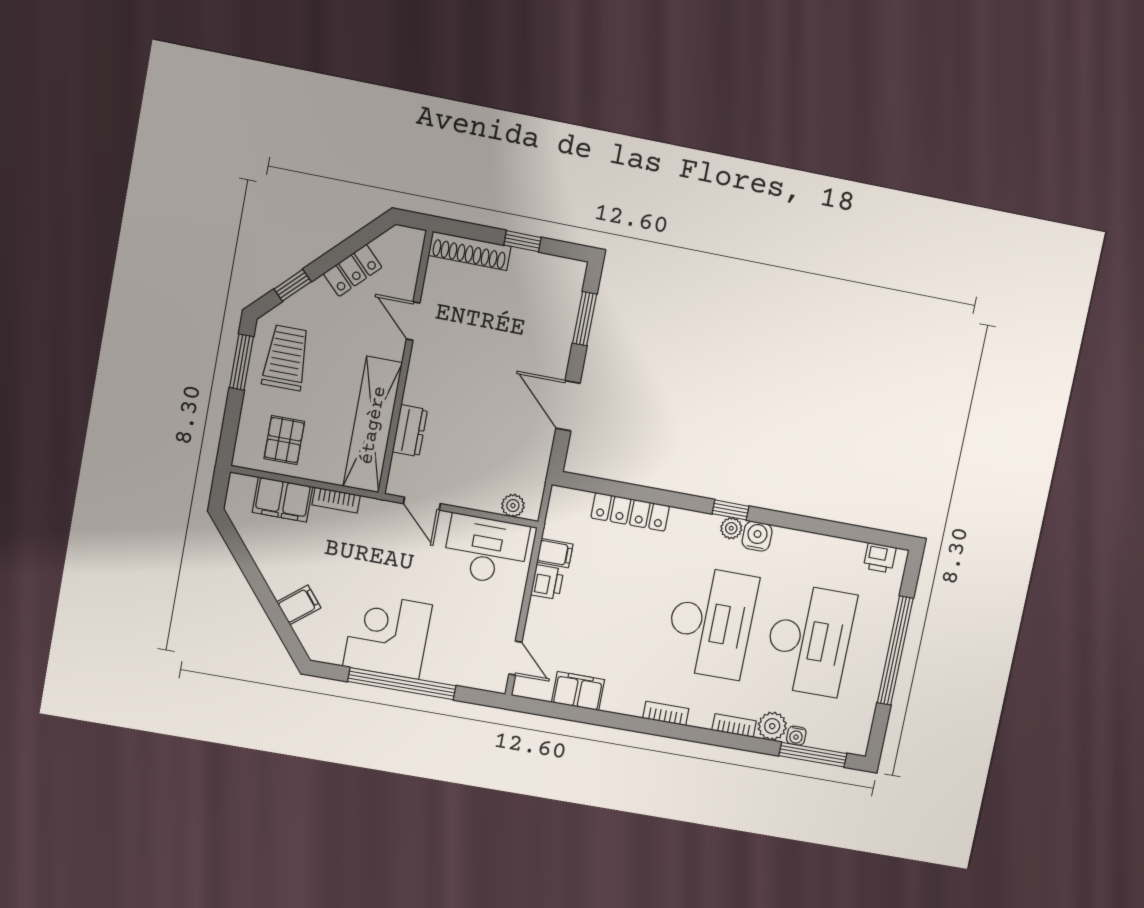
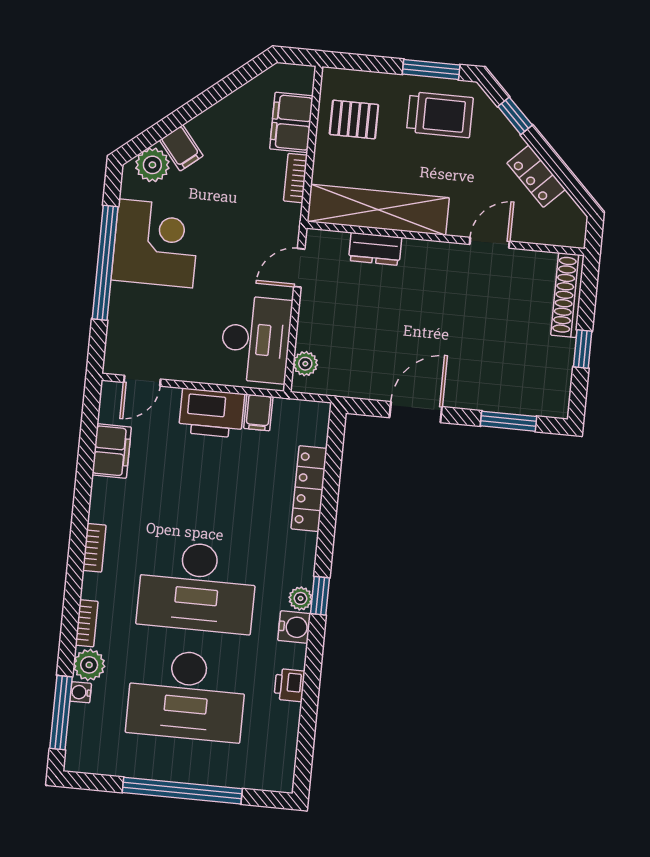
printer: (880, 558) -> (289, 685), moved
printer: (547, 582) -> (212, 413), width x1.87, depth x1.48
plant: (313, 633) -> (152, 165), added

